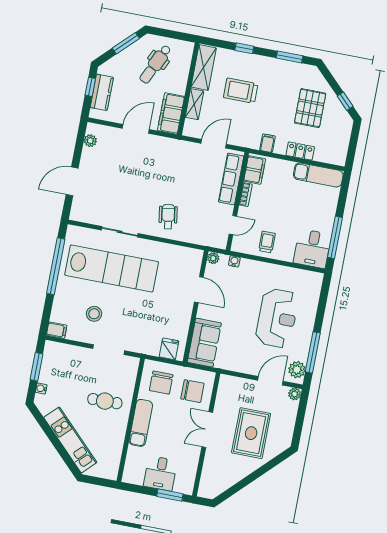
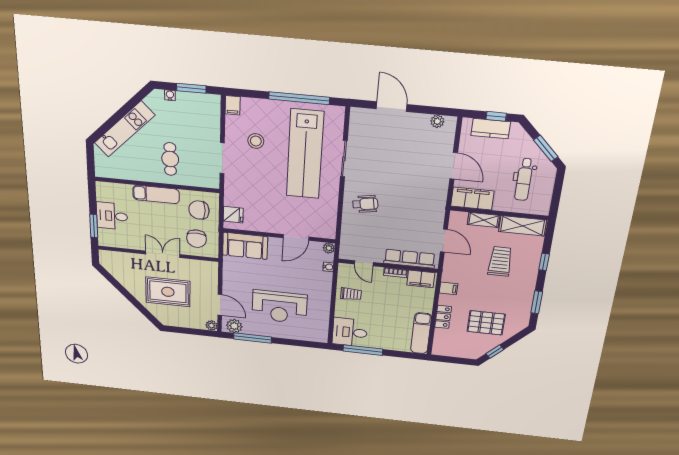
dental chair: (155, 64) -> (524, 180), turned -115

